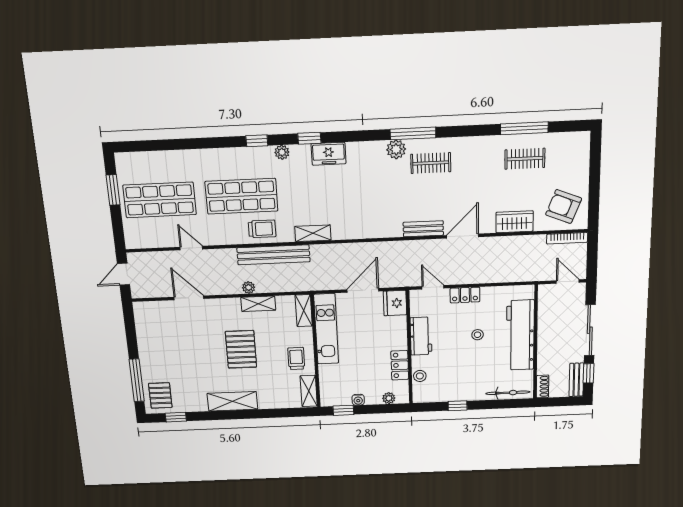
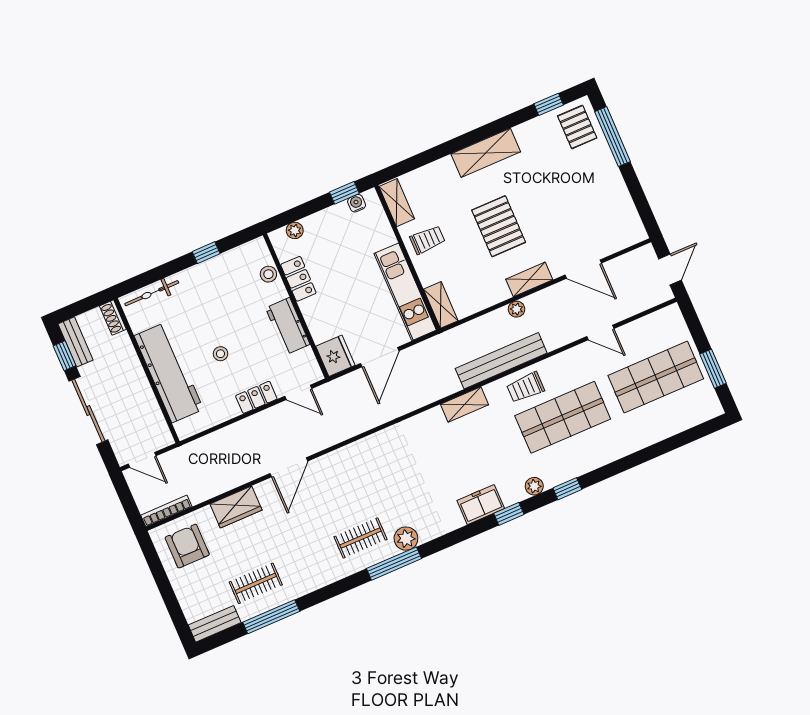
armchair: (564, 207) -> (187, 546), turned -112
bench: (423, 229) -> (215, 624), moved
shelving: (258, 304) -> (529, 279), moved
trolley: (296, 359) -> (427, 240), turned -90
water cooler: (358, 400) -> (357, 203), moved

